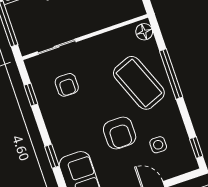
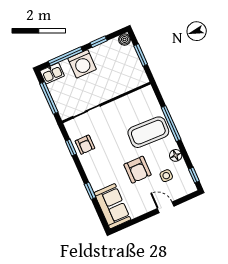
floor lamp: (144, 32) -> (176, 155), moved
coffee table: (139, 83) -> (148, 132), turned -66
armchair: (67, 85) -> (85, 145), moved

